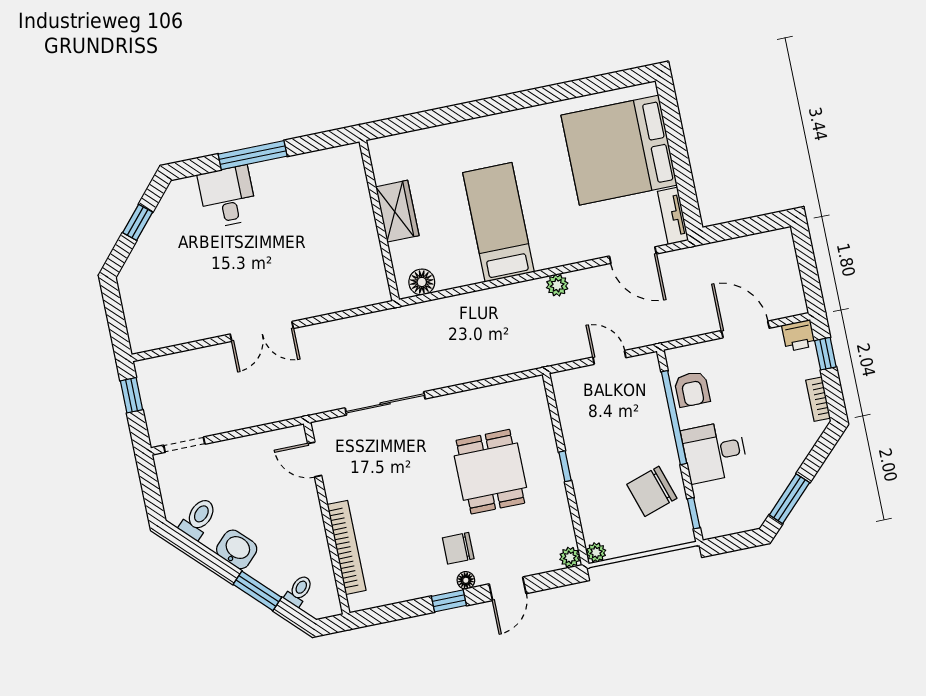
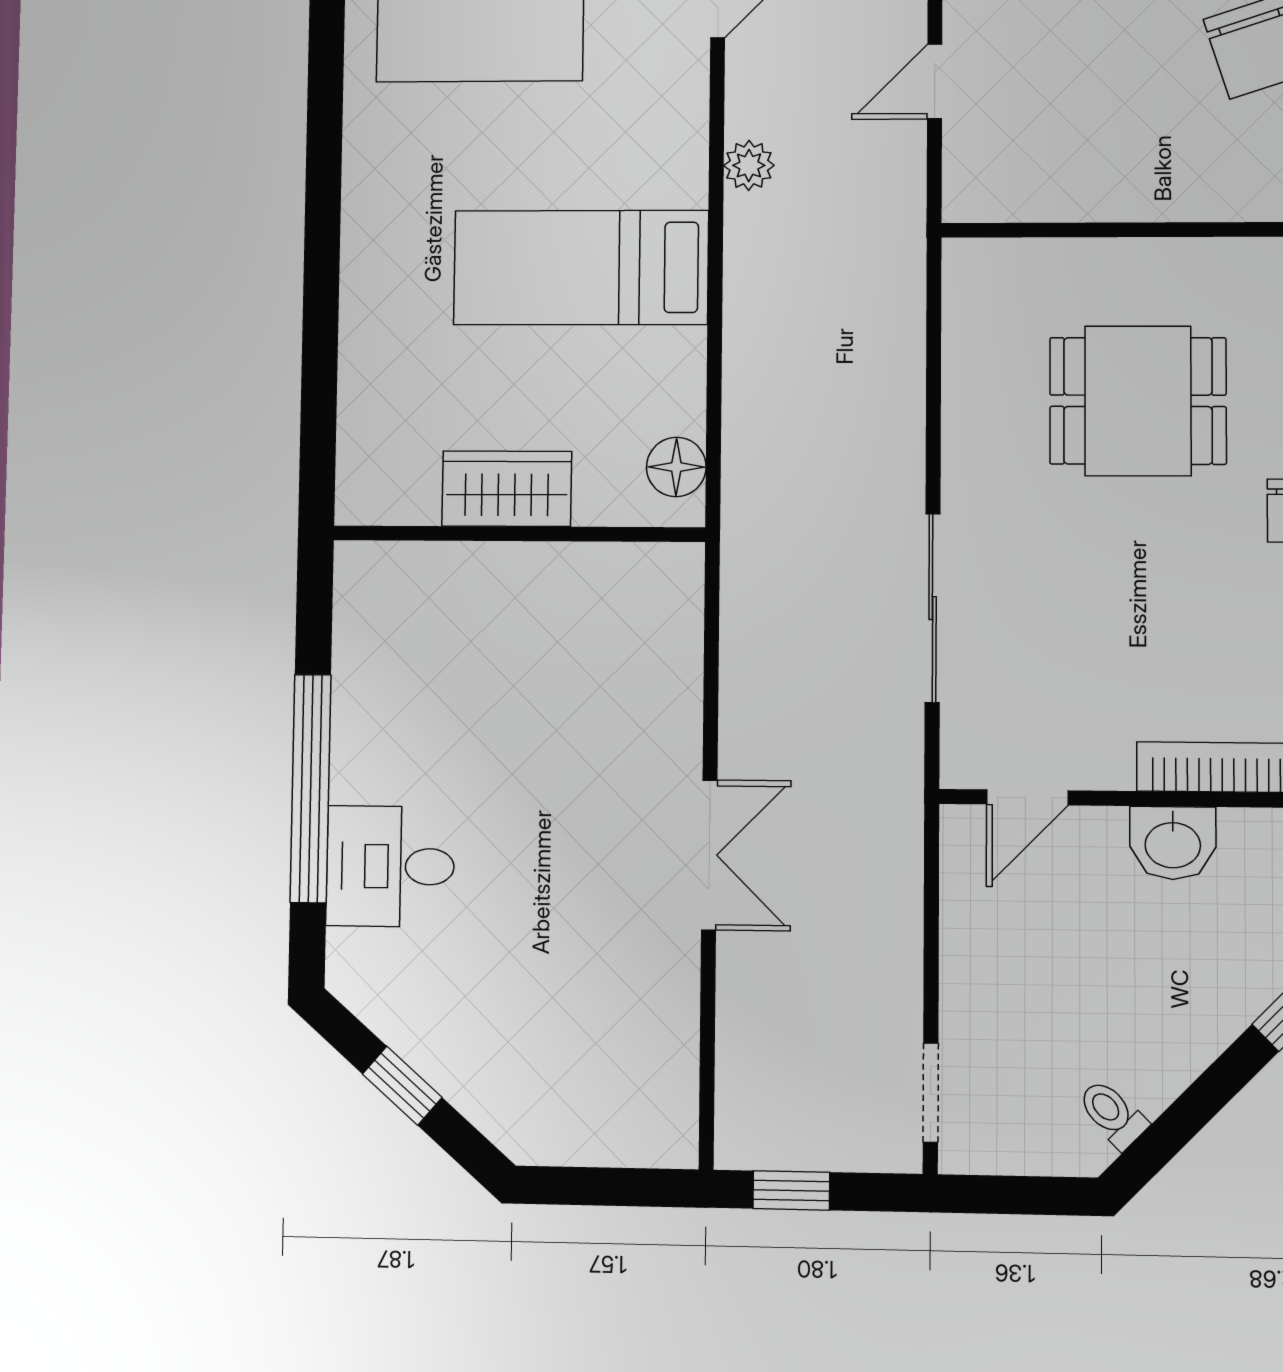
window: (253, 155) -> (311, 789), width x1.46
window: (565, 466) -> (1160, 230), removed
toilet: (198, 519) -> (1112, 1114), width x0.73, depth x0.72
washbasin: (237, 549) -> (1173, 843), moved, turned -135

